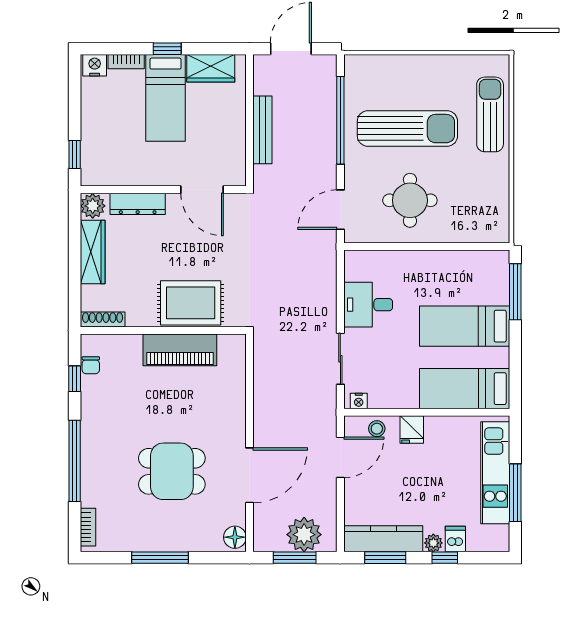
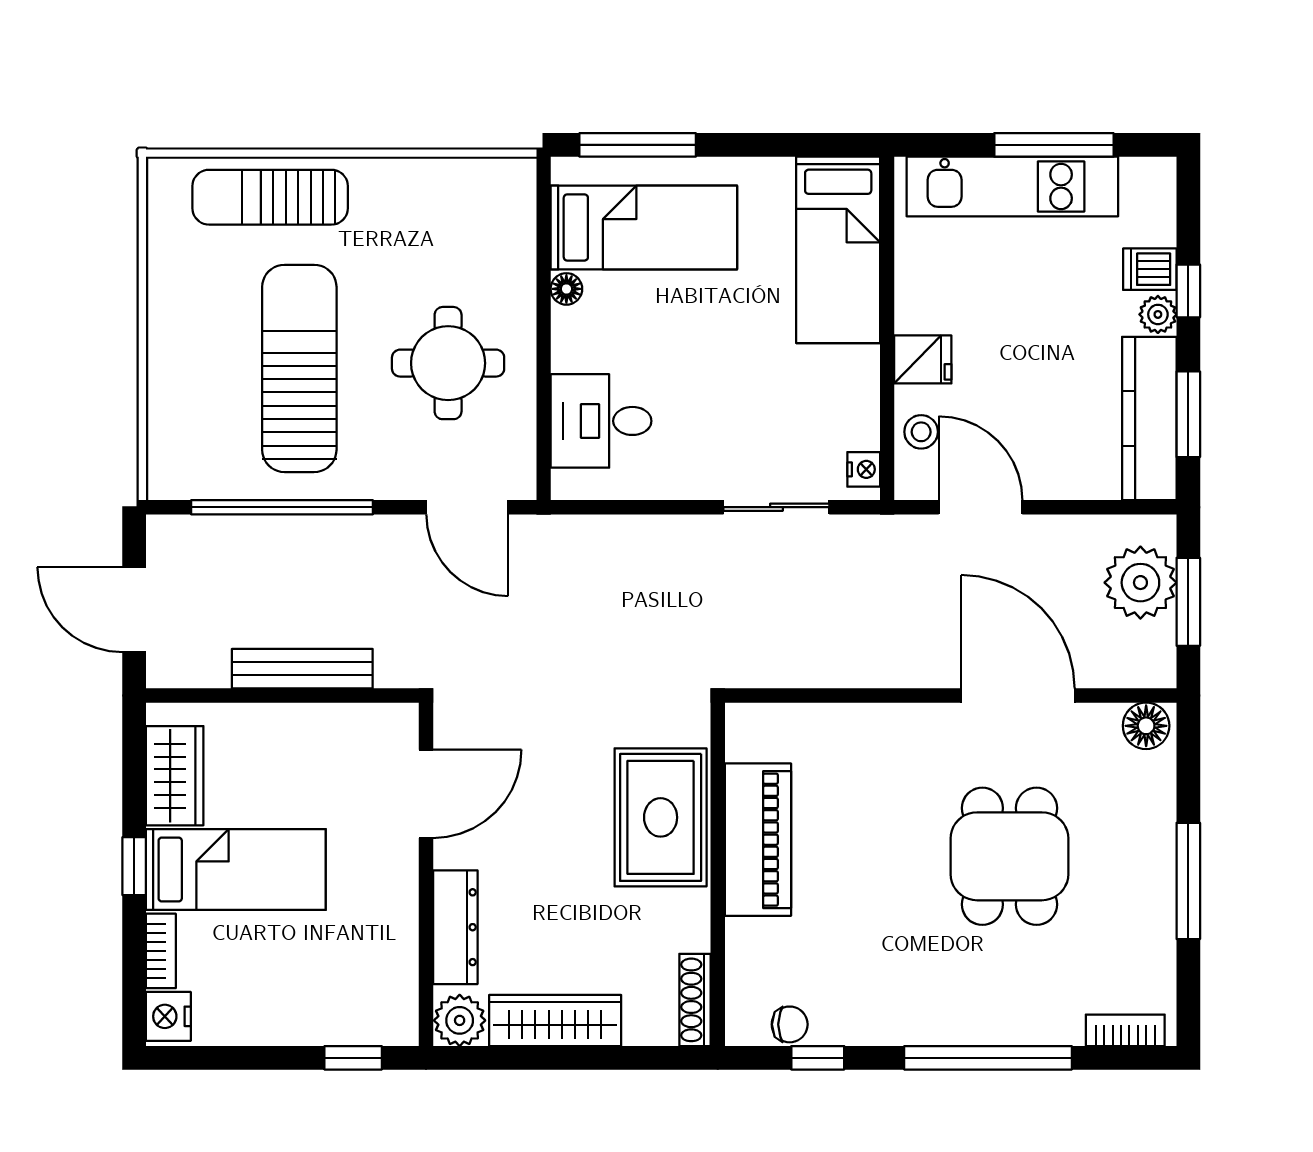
floor lamp: (446, 257) -> (566, 289), added
desk: (368, 305) -> (601, 421), moved, turned 90
bed: (465, 326) -> (644, 227), moved, turned -90

